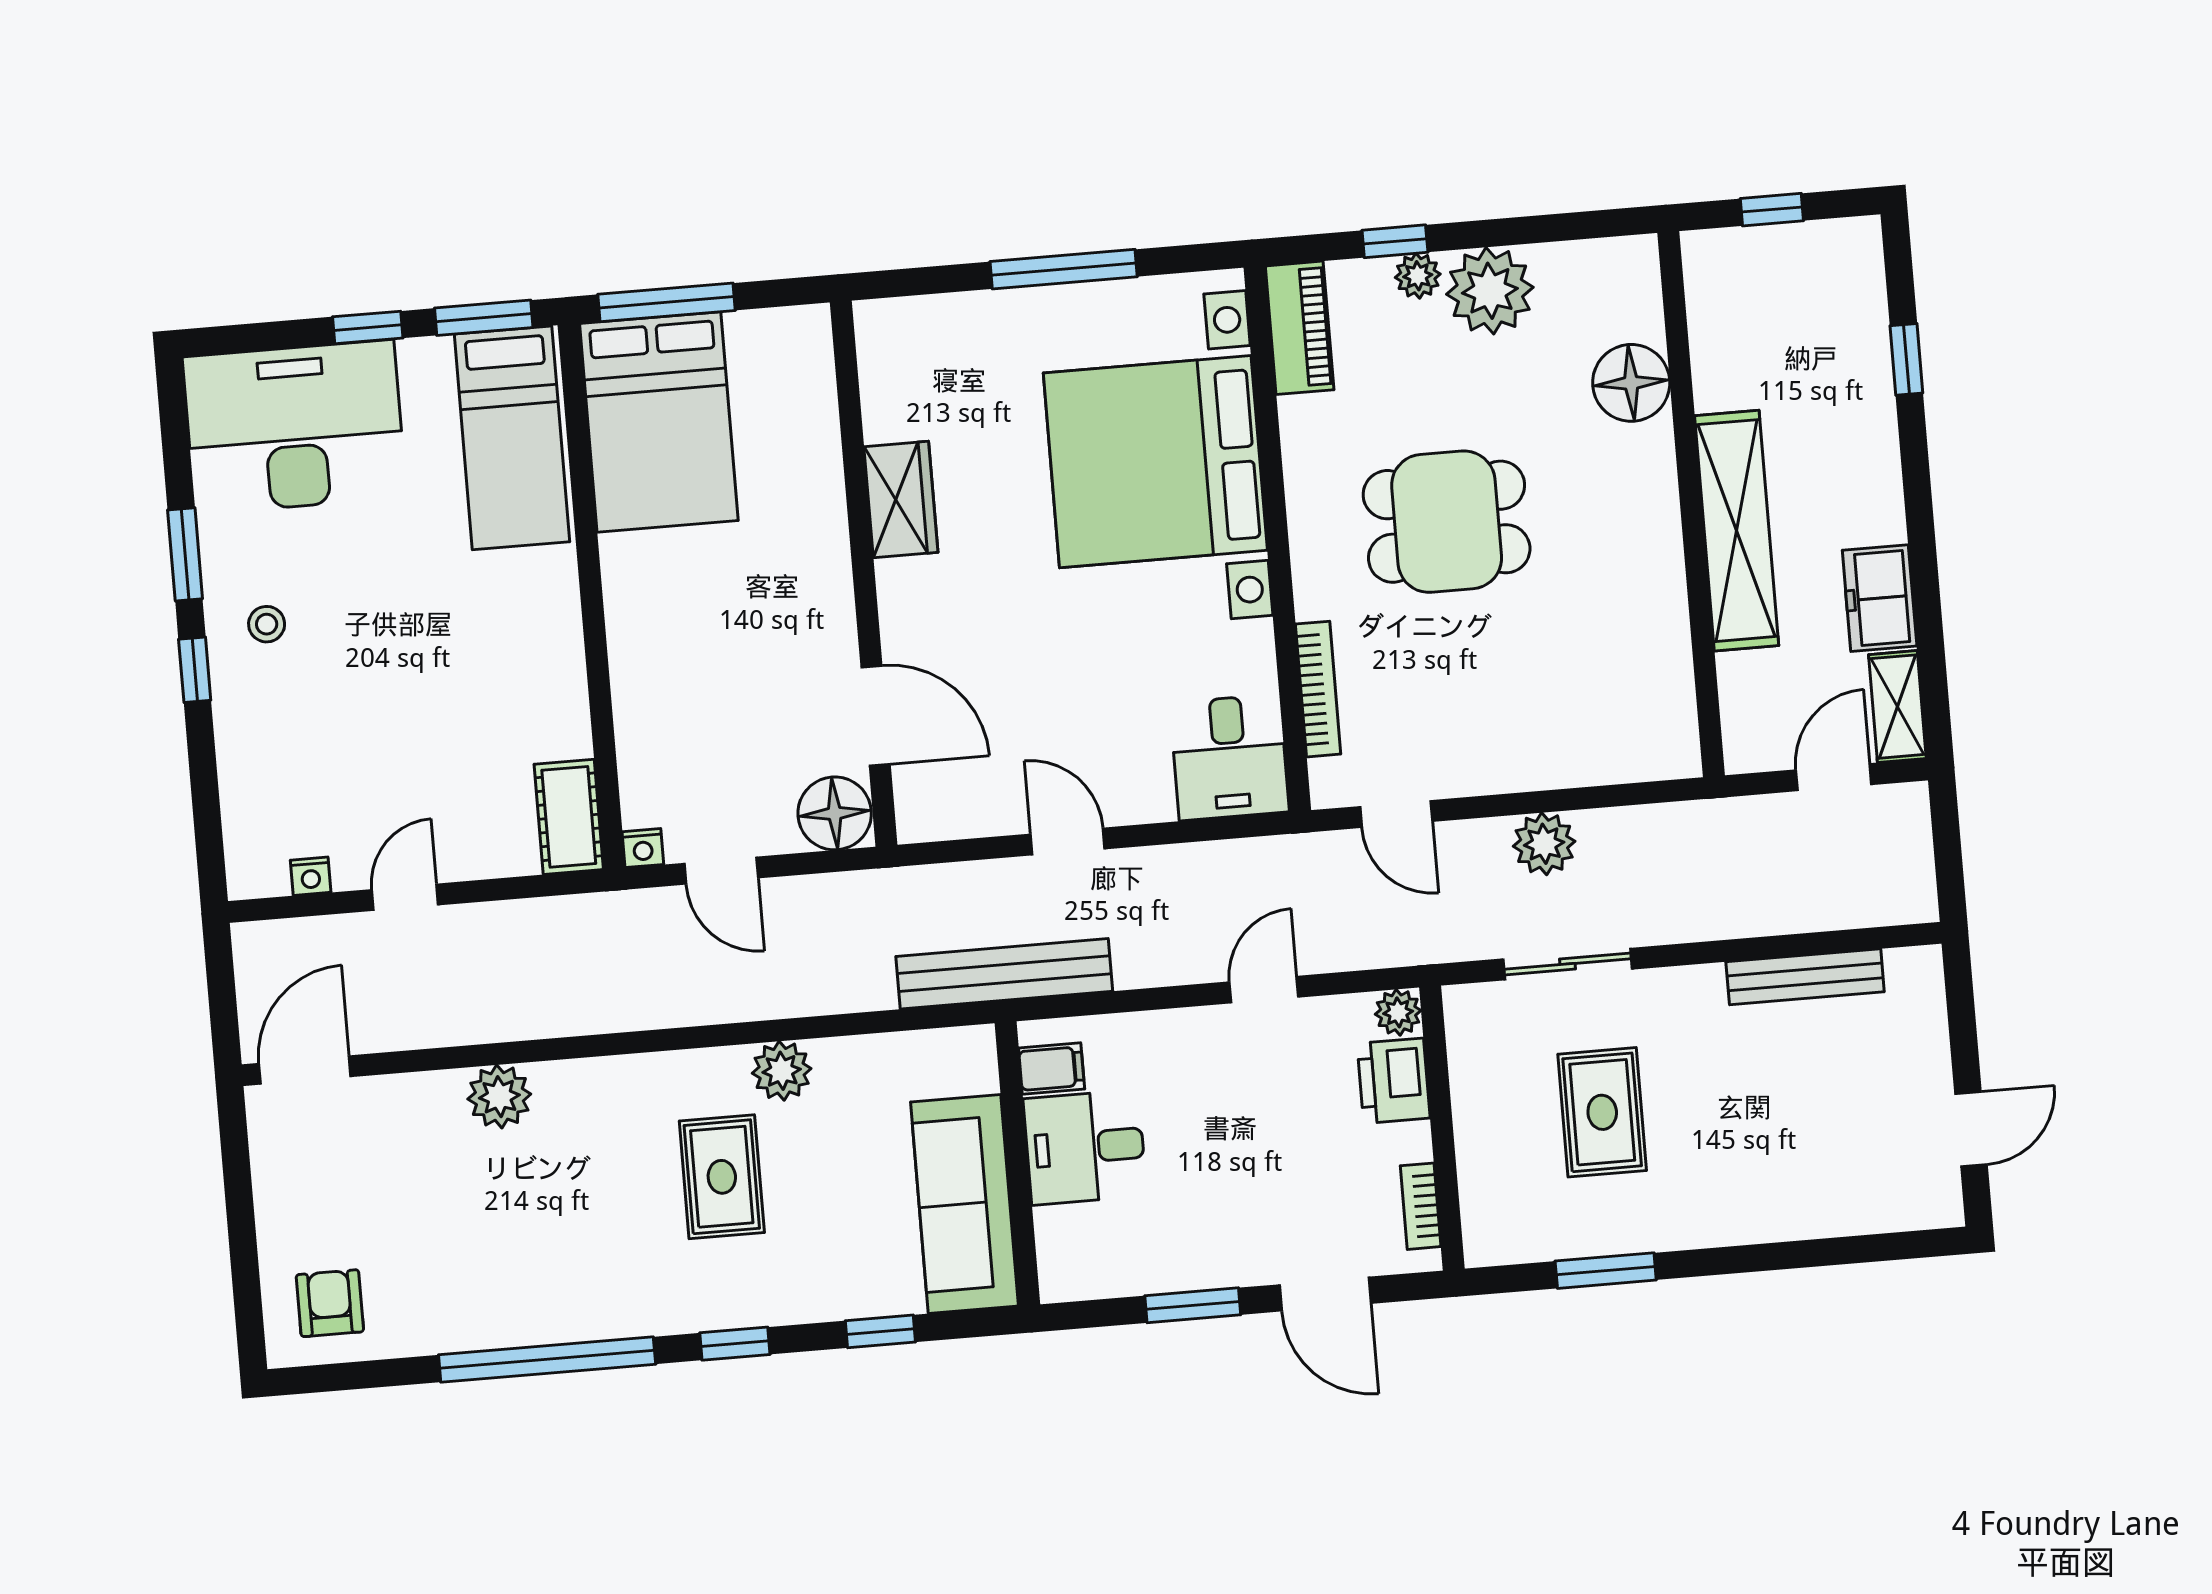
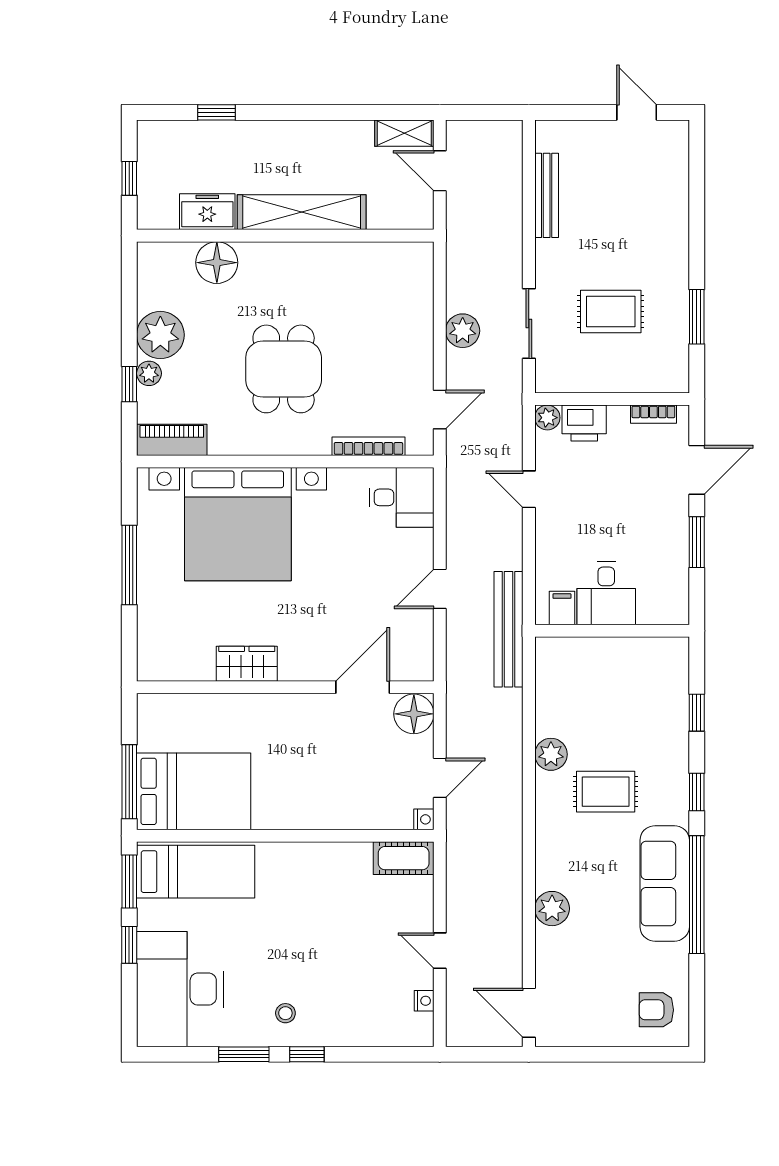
freezer: (1880, 598) -> (207, 212), moved, turned 180
sofa: (964, 1204) -> (665, 883), moved, turned 90

